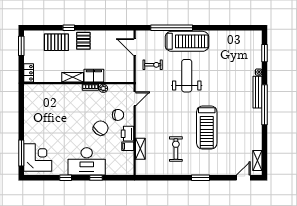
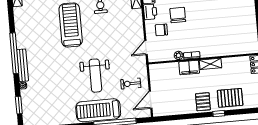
door: (135, 47) -> (151, 100), swing flipped
chair: (101, 128) -> (178, 15), turned 141

